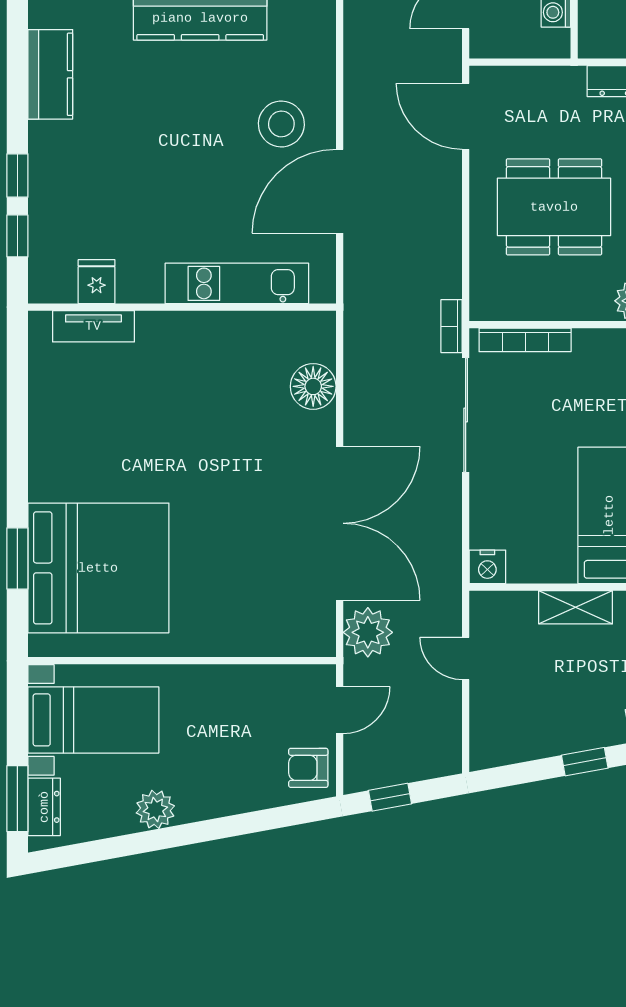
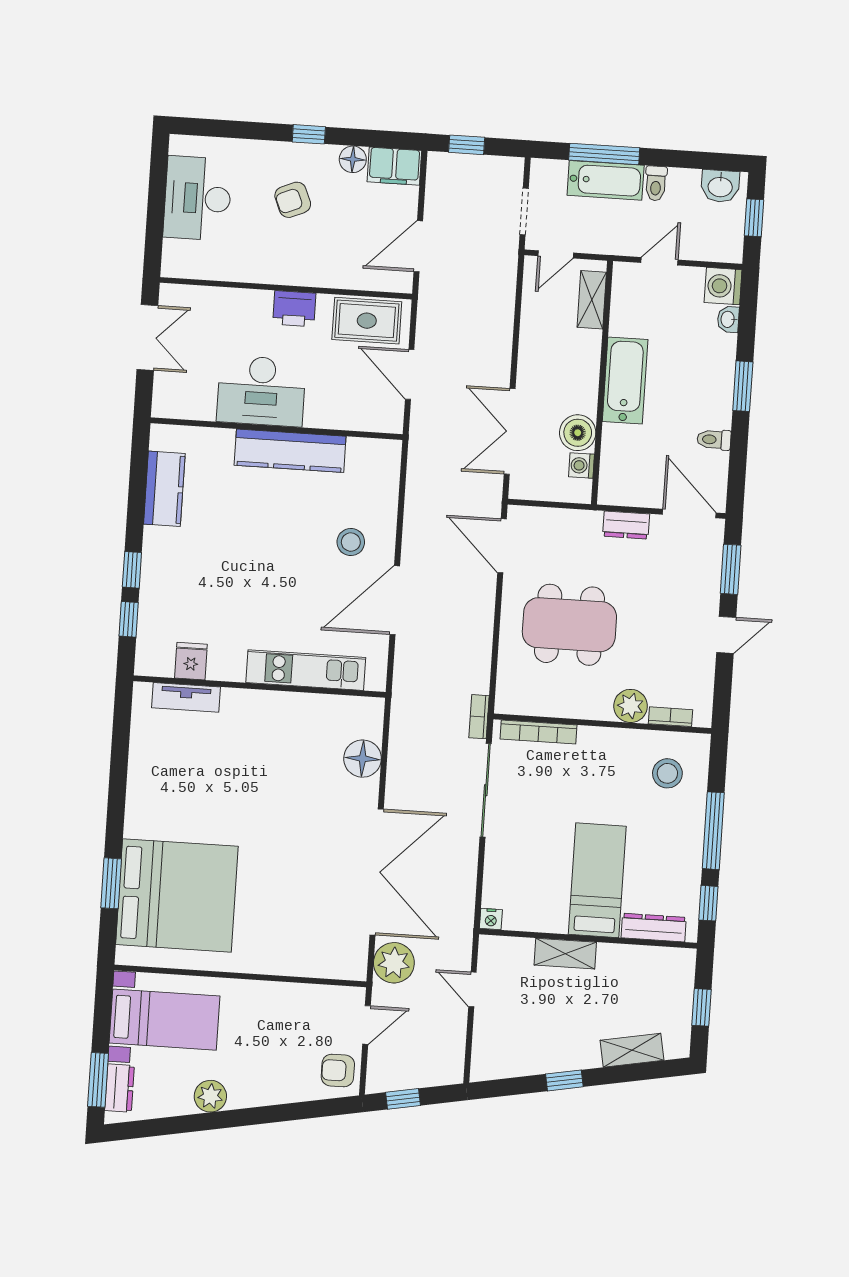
stool: (281, 124) -> (351, 542), width x0.73, depth x0.73
nightstand: (487, 567) -> (491, 919), width x0.72, depth x0.74

